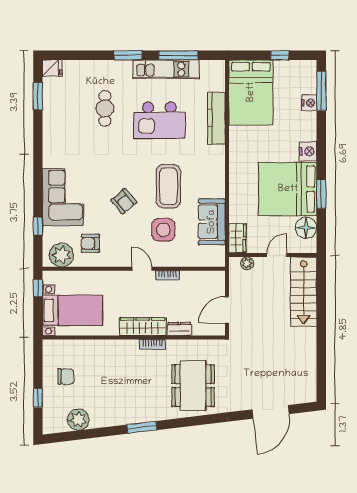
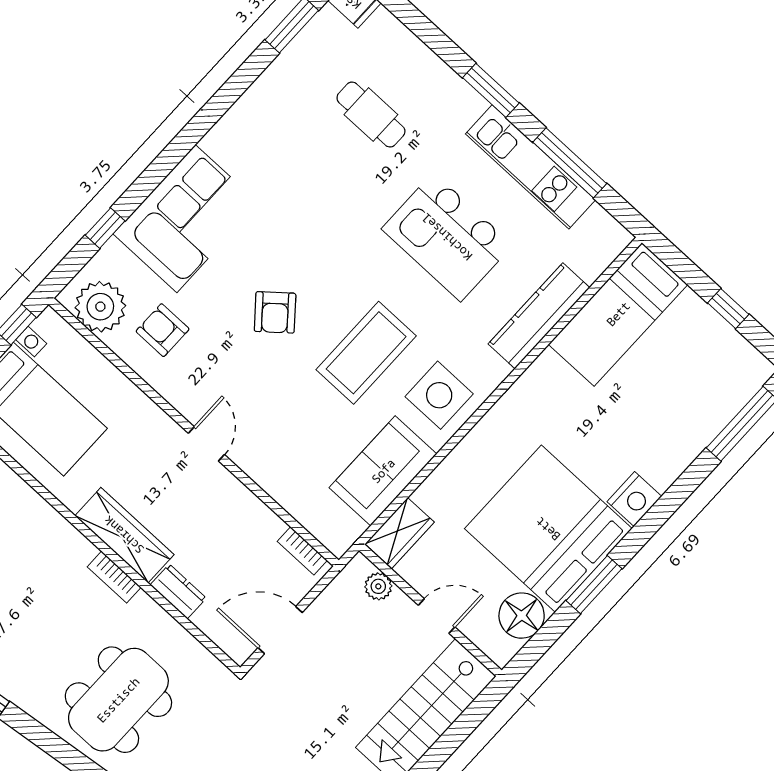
bed: (251, 92) -> (618, 314), width x0.67
nightstand: (309, 103) -> (706, 425), removed
cafe table: (105, 108) -> (371, 115), moved, turned 90
side table: (163, 230) -> (439, 395), moved
bookcase: (167, 275) -> (302, 551), moved

